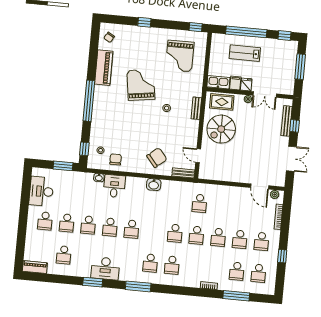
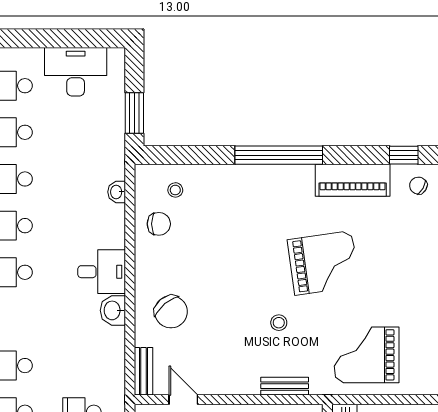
grand piano: (180, 56) -> (367, 355), moved
window: (84, 149) -> (404, 155), moved
door: (198, 156) -> (183, 400), hinge flipped
desk: (114, 186) -> (102, 272), moved

